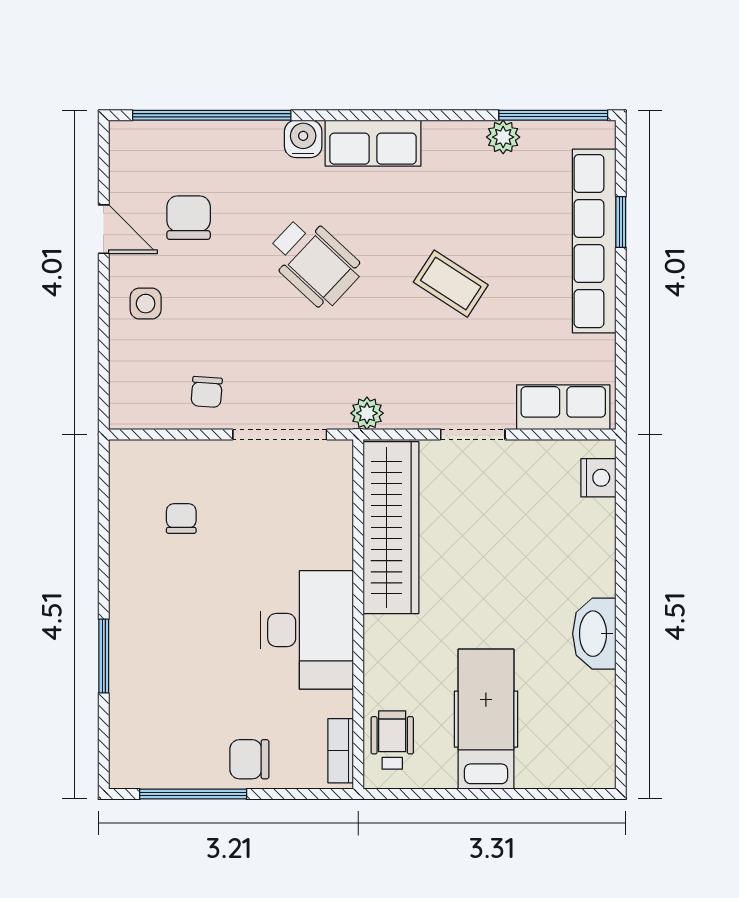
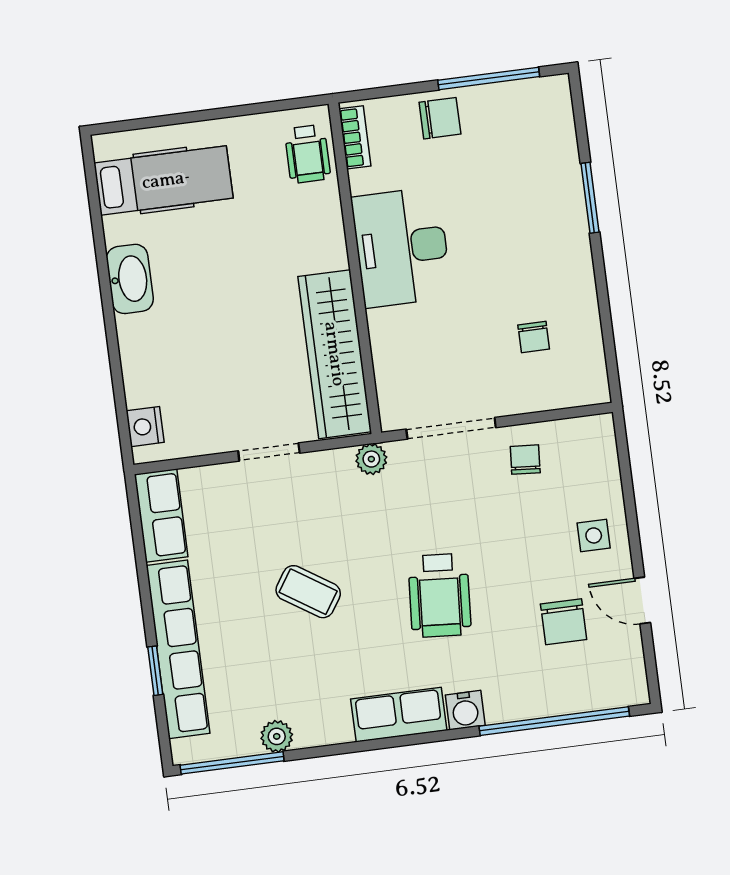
wheelchair: (314, 262) -> (440, 595), turned -129
row of seats: (563, 407) -> (161, 515), moved, turned -90
hospital bed: (486, 719) -> (163, 180), moved, turned -90

